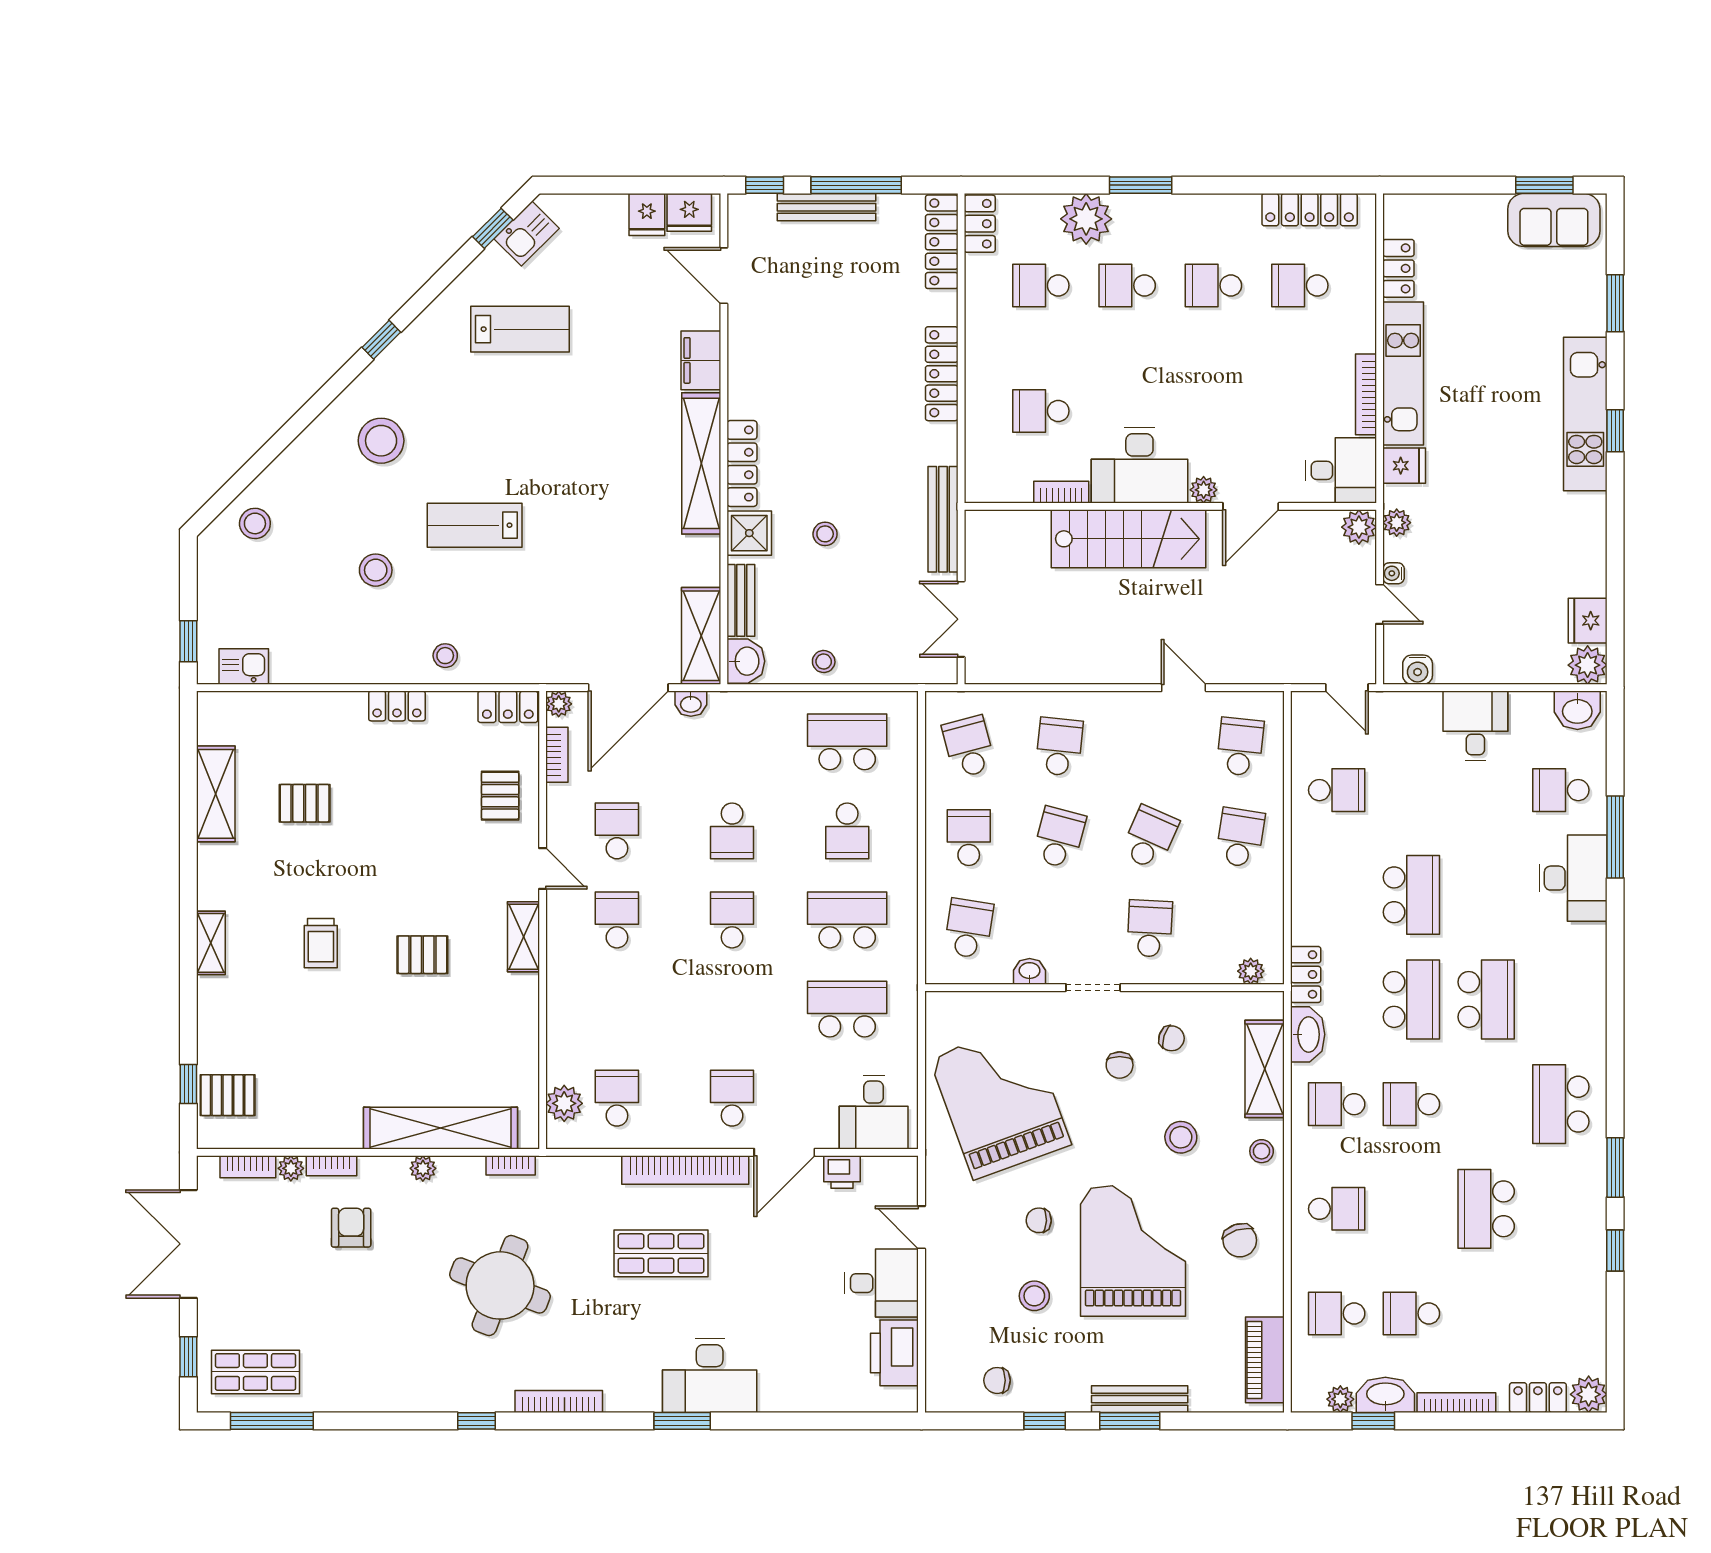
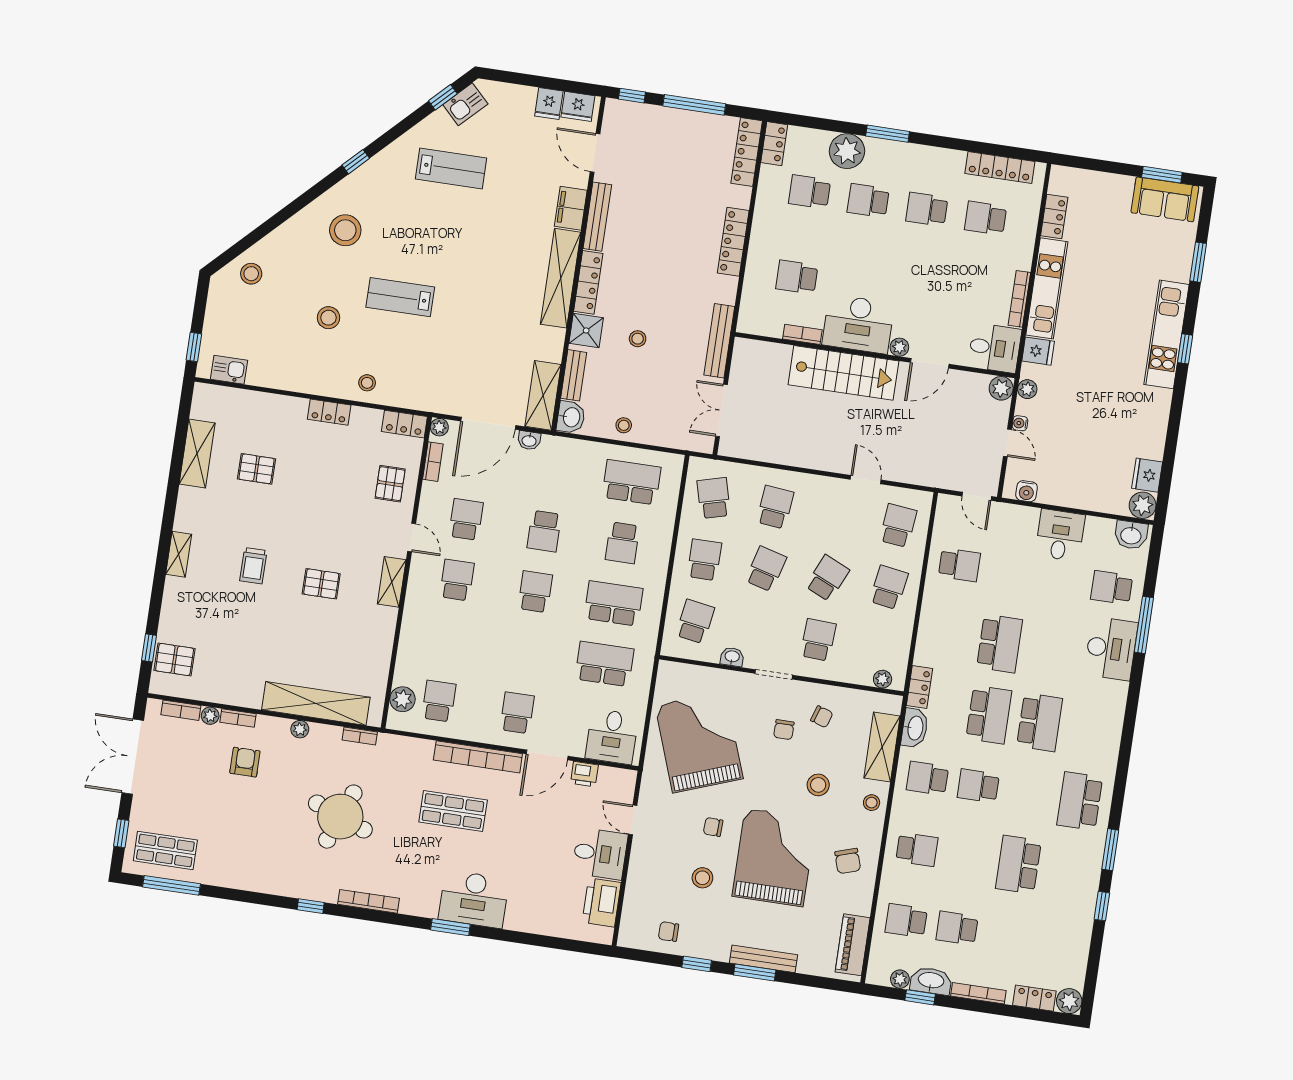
bench: (827, 207) -> (597, 217), moved, turned 90

